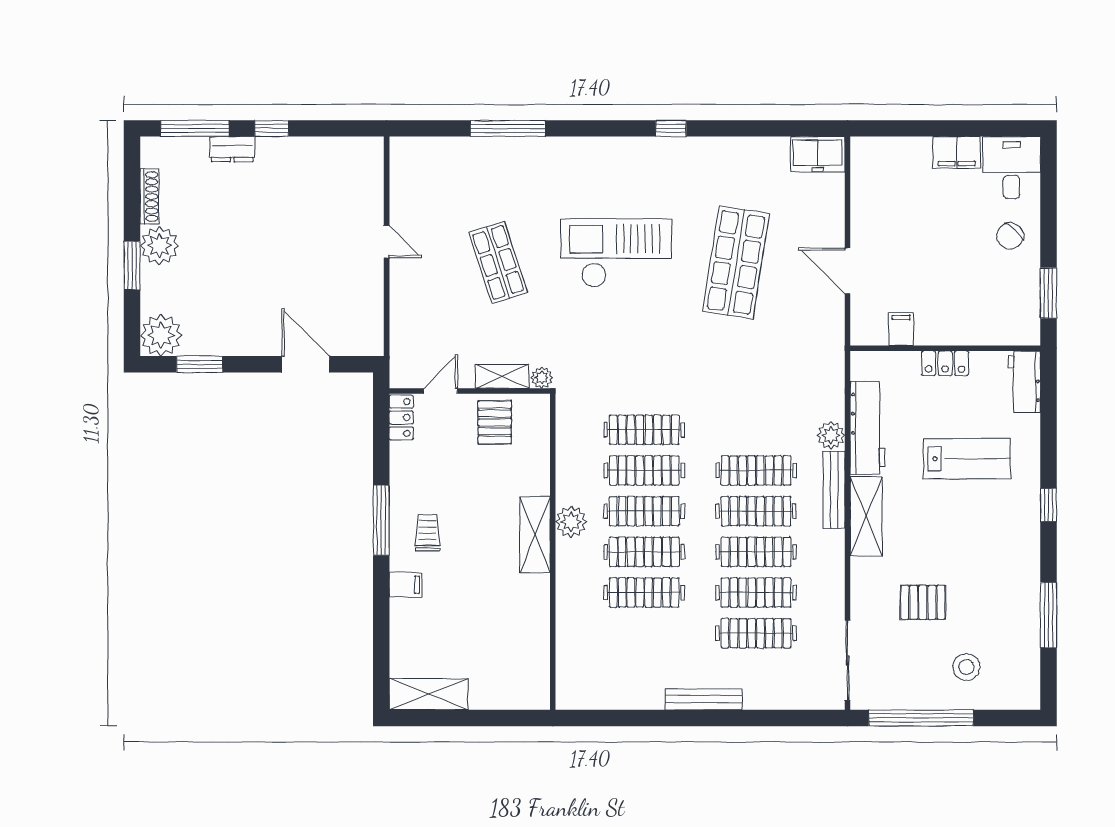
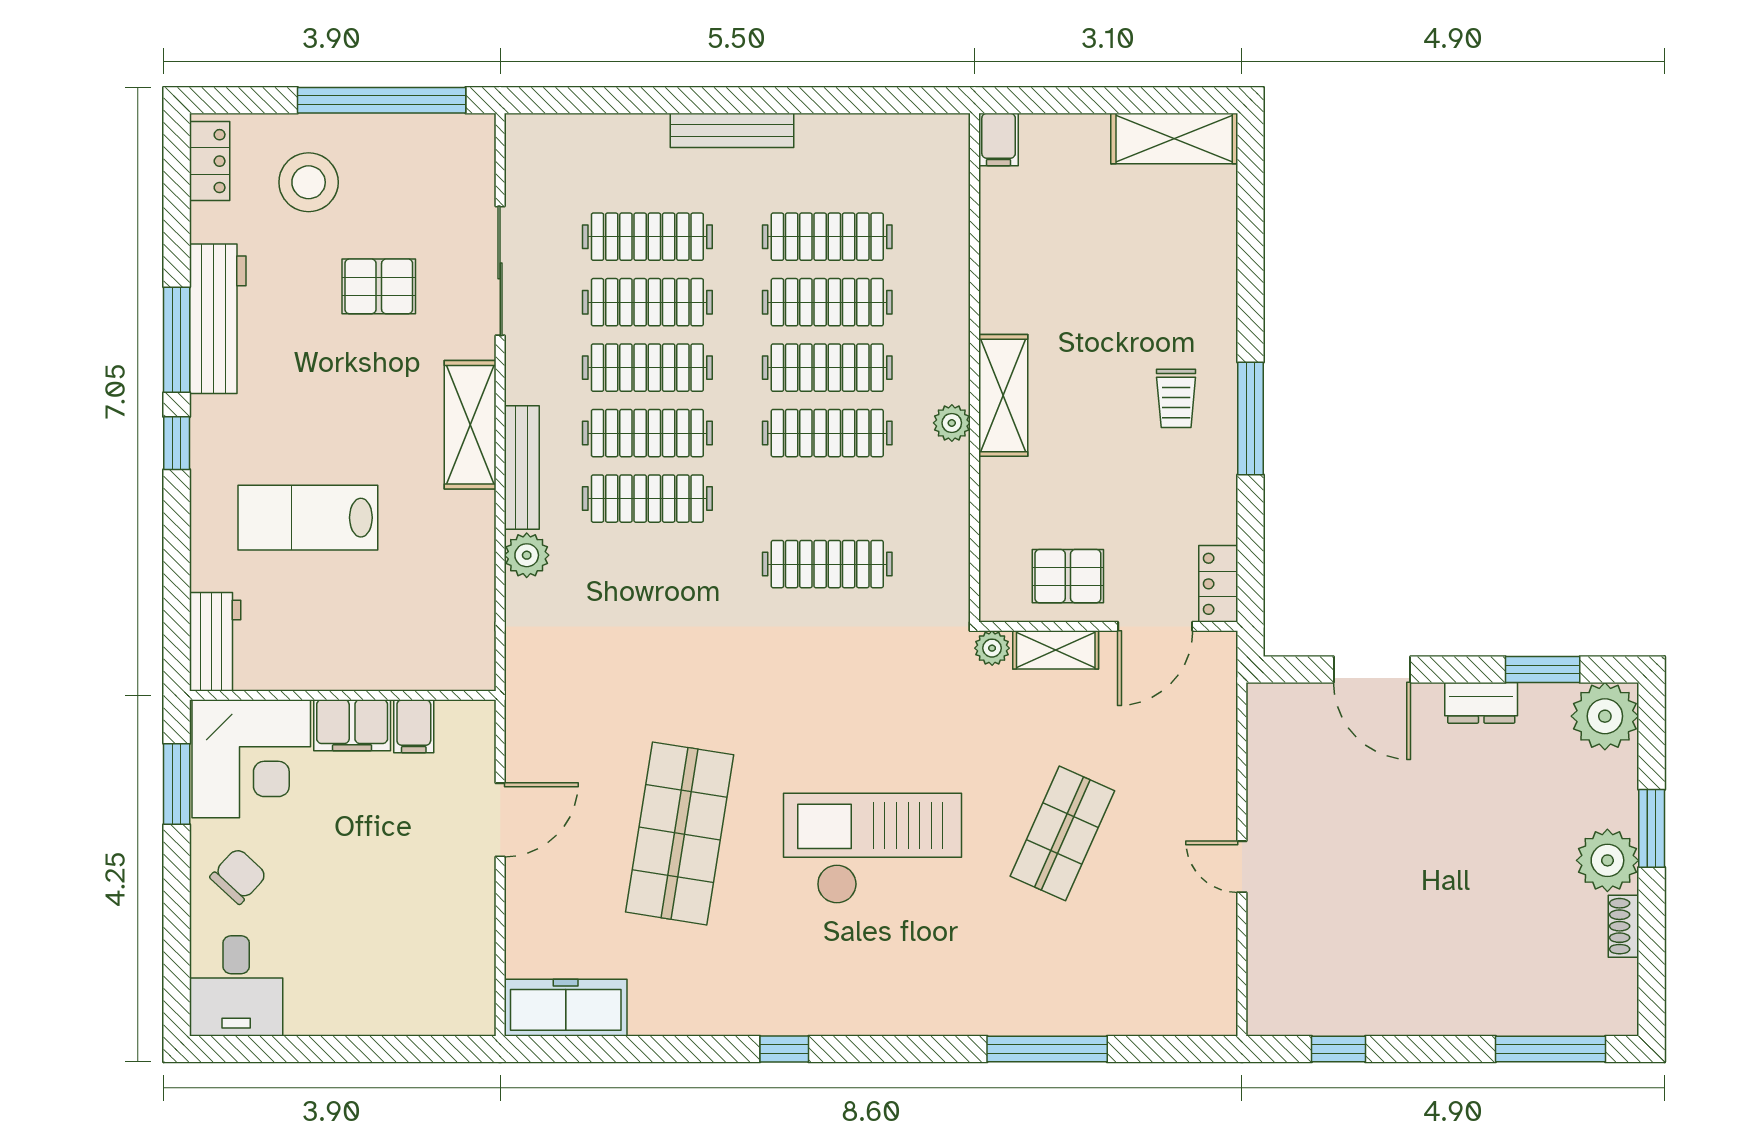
window: (272, 128) -> (1339, 1049), moved
dresser: (232, 149) -> (1481, 703), moved, turned 180
filing cabinet: (957, 152) -> (352, 725), moved, turned 180
freezer: (818, 154) -> (566, 1008), width x1.40
shoe rack: (149, 196) -> (1624, 926), width x0.70
checkout: (616, 253) -> (872, 849), turned 180
shop shelf: (498, 262) -> (1062, 833), turned 42
door: (847, 271) -> (500, 820), hinge flipped
corner desk: (1002, 309) -> (251, 759), added
locker: (945, 363) -> (210, 161), moved, turned 90
door: (441, 391) -> (1155, 626), width x1.38
pallet: (495, 422) -> (1068, 576), turned 90
workbench: (868, 428) -> (218, 319), moved, turned 180
clothes rail: (644, 470) -> (827, 237), moved
plant: (571, 522) -> (952, 423), width x0.73, depth x0.73
filing cabinet: (406, 585) -> (999, 139), moved, turned -90
window: (1048, 615) -> (177, 340), moved
sliding door: (847, 661) -> (500, 271), moved
stool: (966, 667) -> (309, 182), width x1.38, depth x1.38

